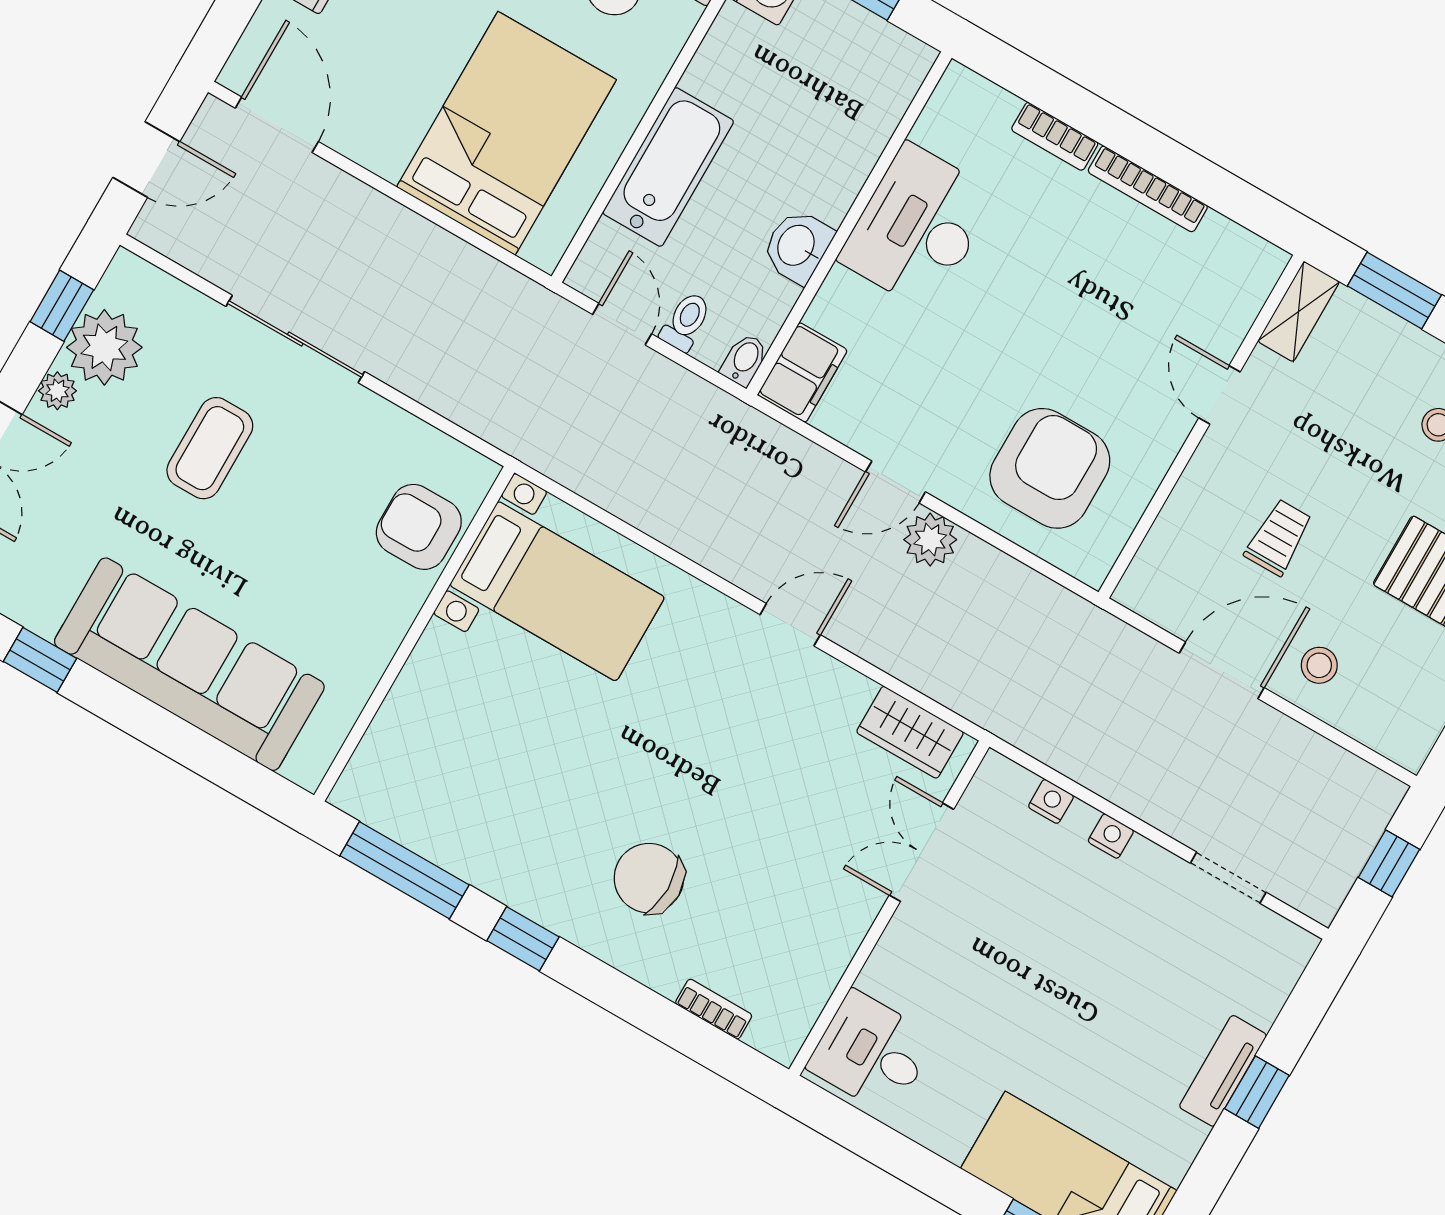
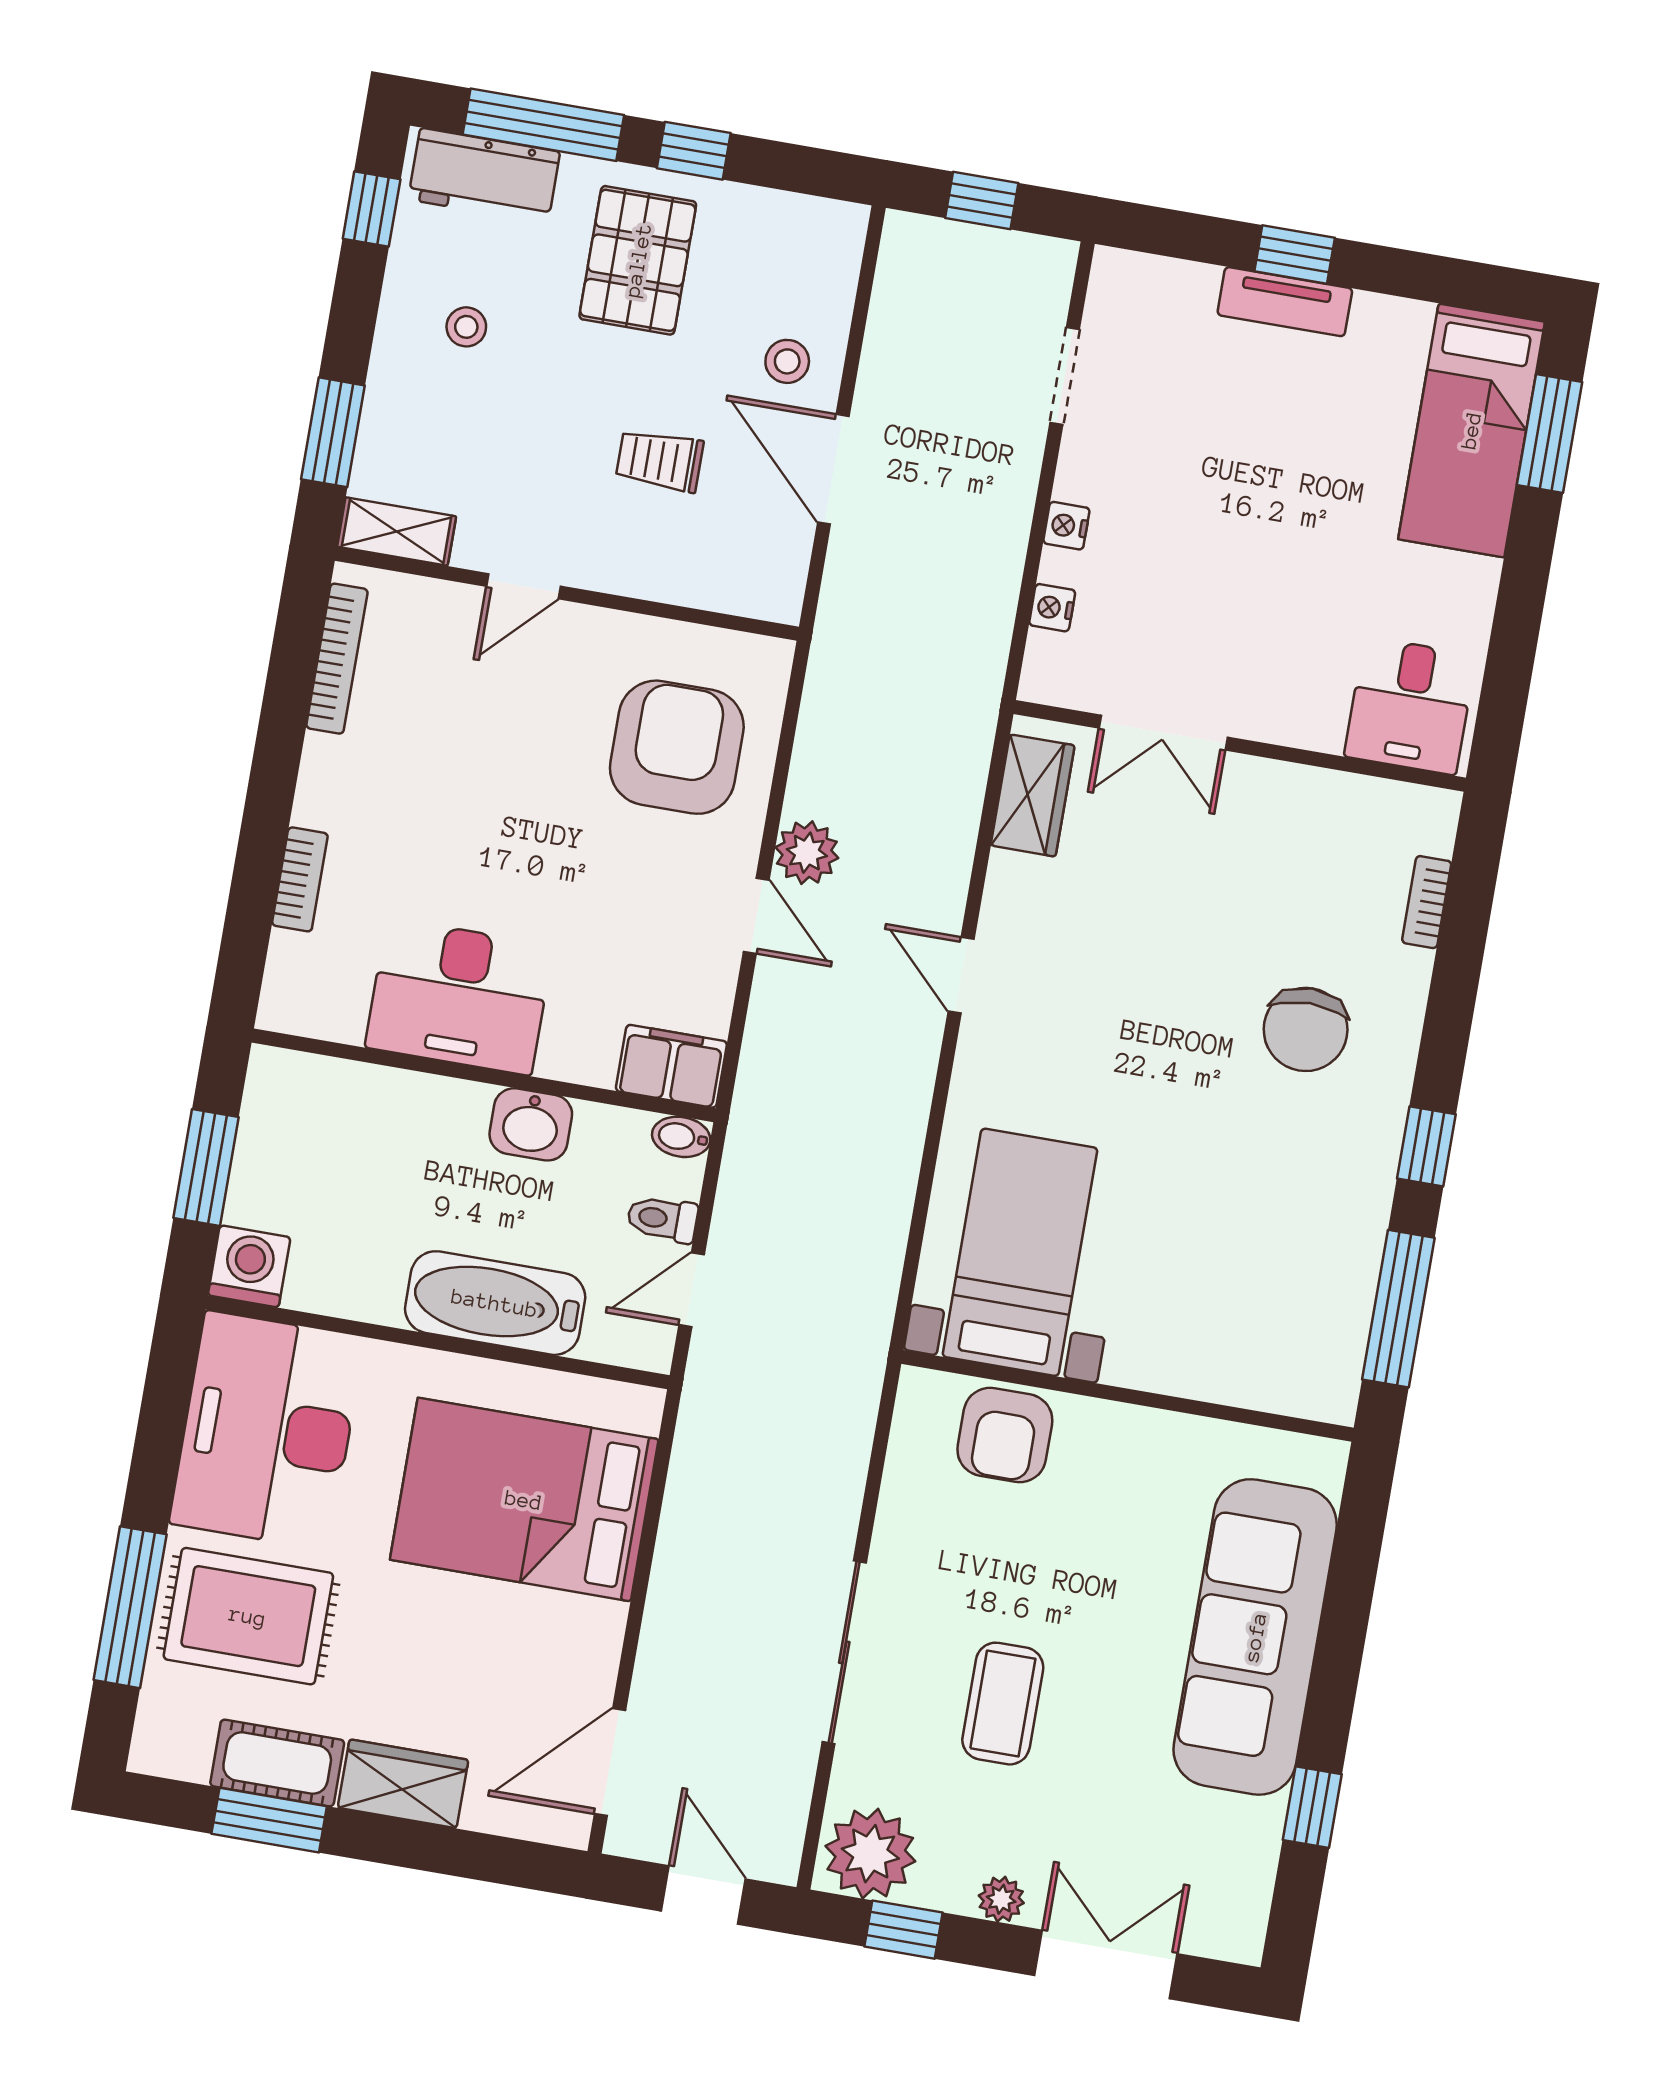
bookcase: (1148, 189) -> (337, 659), moved
plant: (104, 347) -> (870, 1854), moved
coffee table: (210, 448) -> (1003, 1704), turned 90
armchair: (1050, 468) -> (677, 747), turned 90

